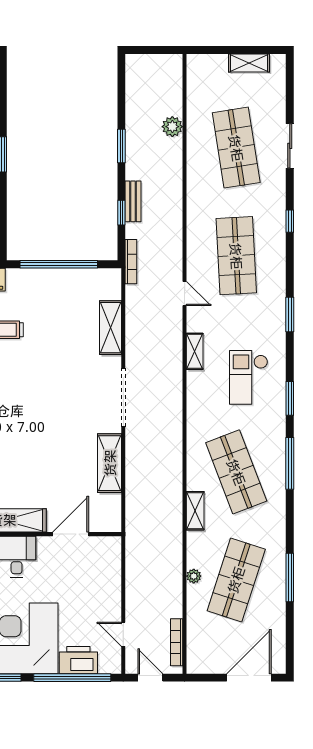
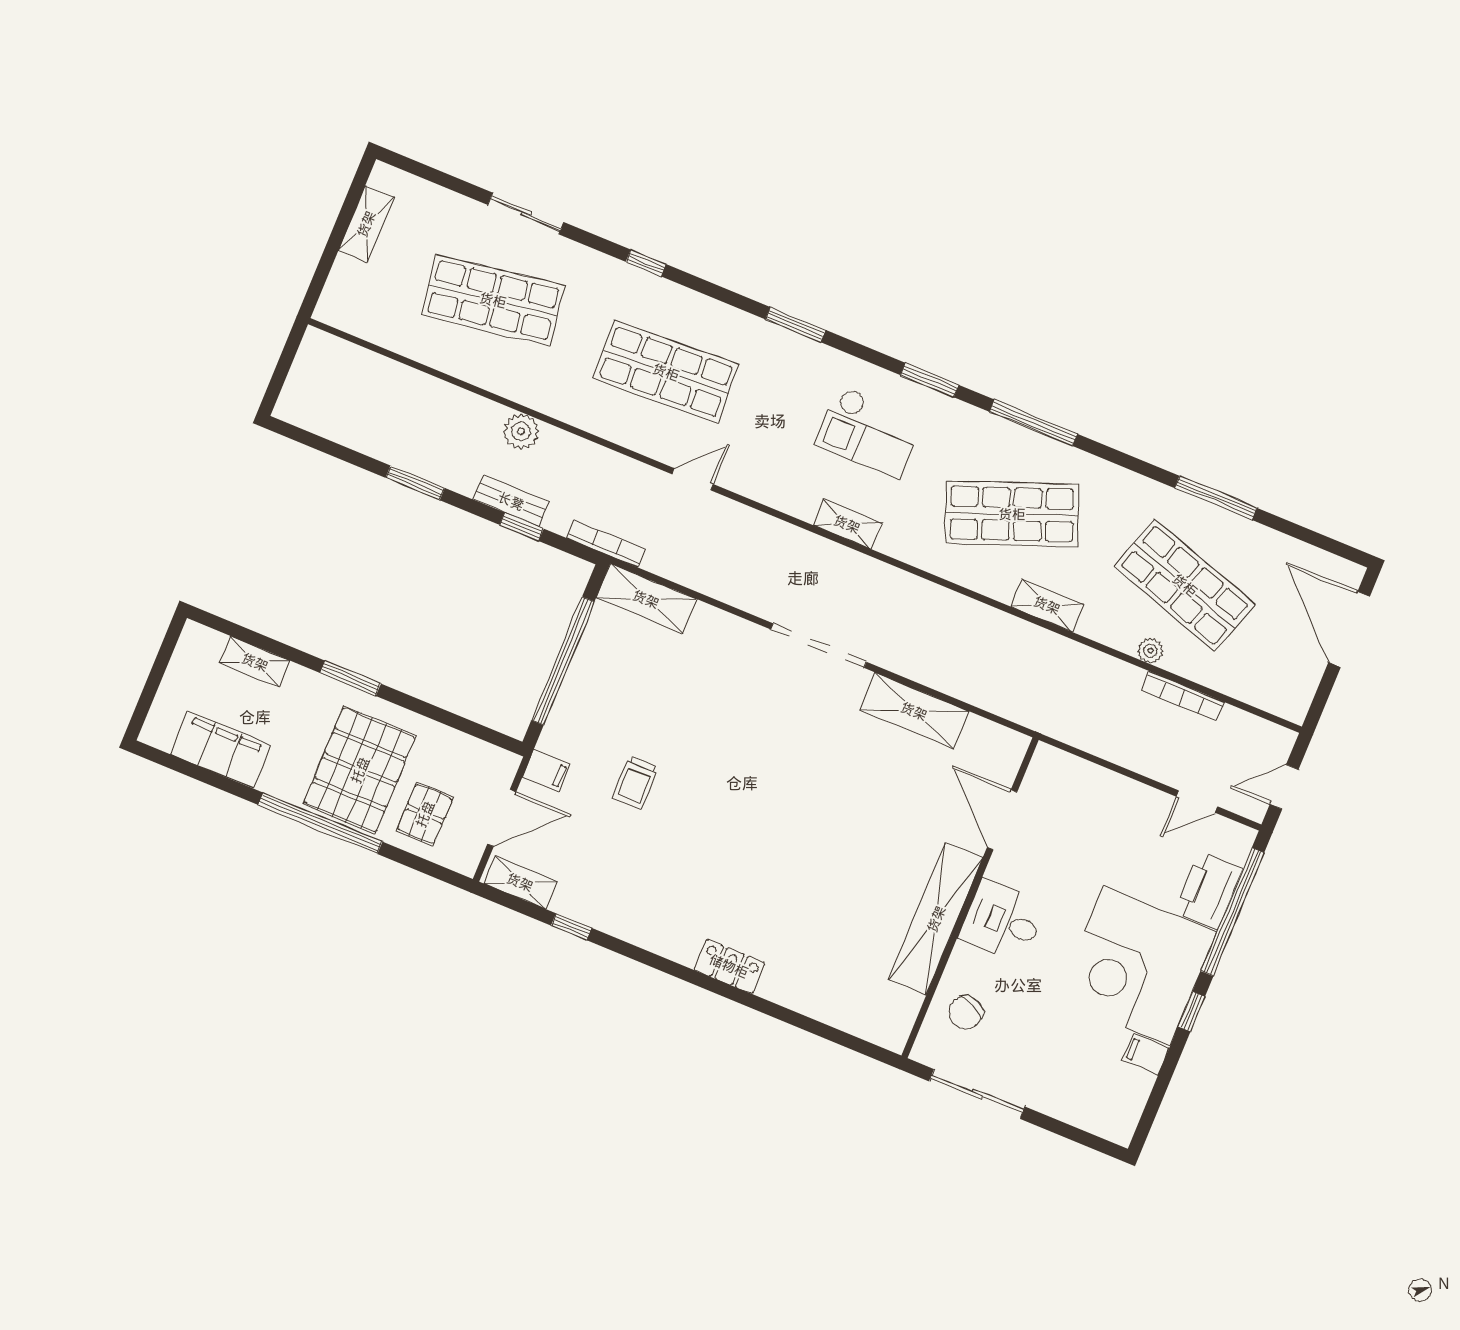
plant: (172, 127) -> (521, 431), moved
shelving: (111, 328) -> (646, 599), moved
shelving: (195, 351) -> (847, 524), moved
bookcase: (177, 642) -> (1183, 696), moved

